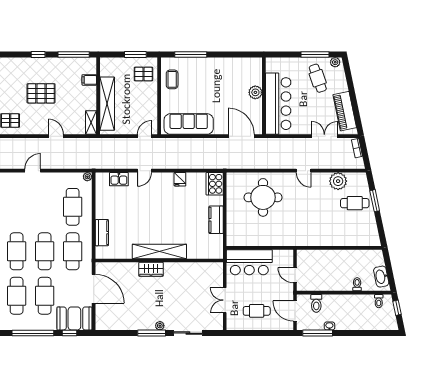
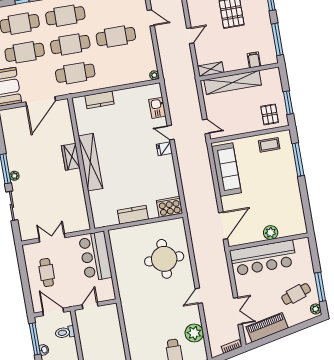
fridge: (180, 179) -> (164, 149), moved
cafe table: (73, 207) -> (116, 37), moved
door: (295, 311) -> (53, 312), hinge flipped

